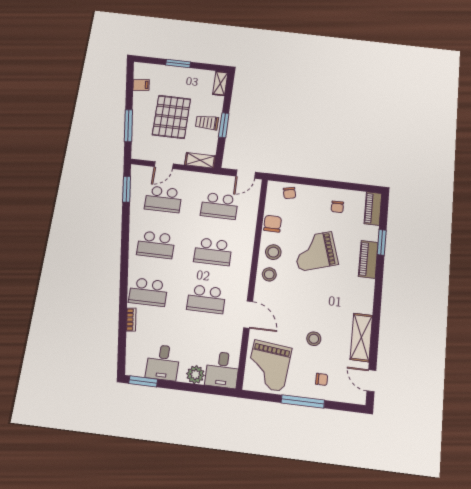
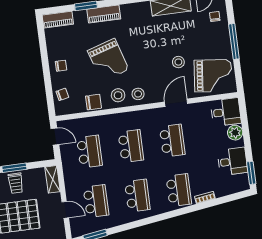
chair: (337, 207) -> (61, 66), moved
chair: (273, 224) -> (93, 102), turned 180
stool: (314, 339) -> (178, 62), moved
chair: (322, 379) -> (215, 17), moved

